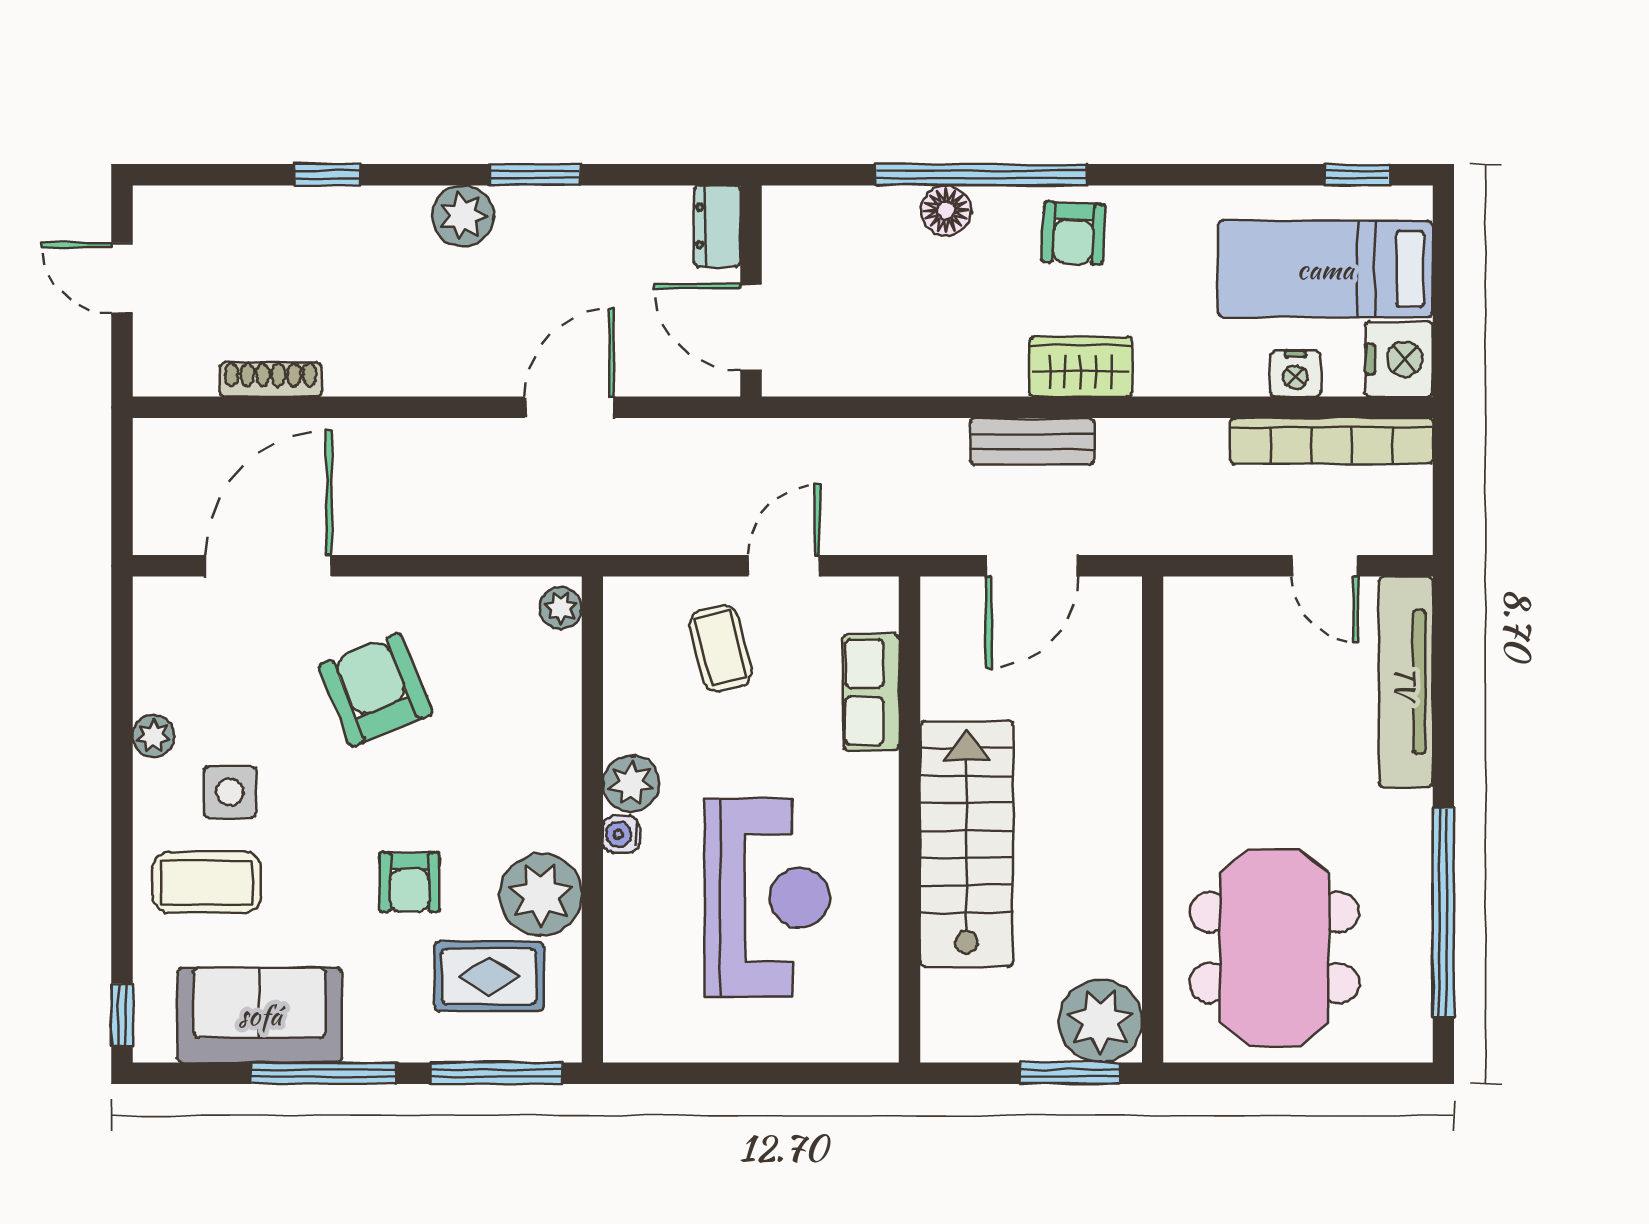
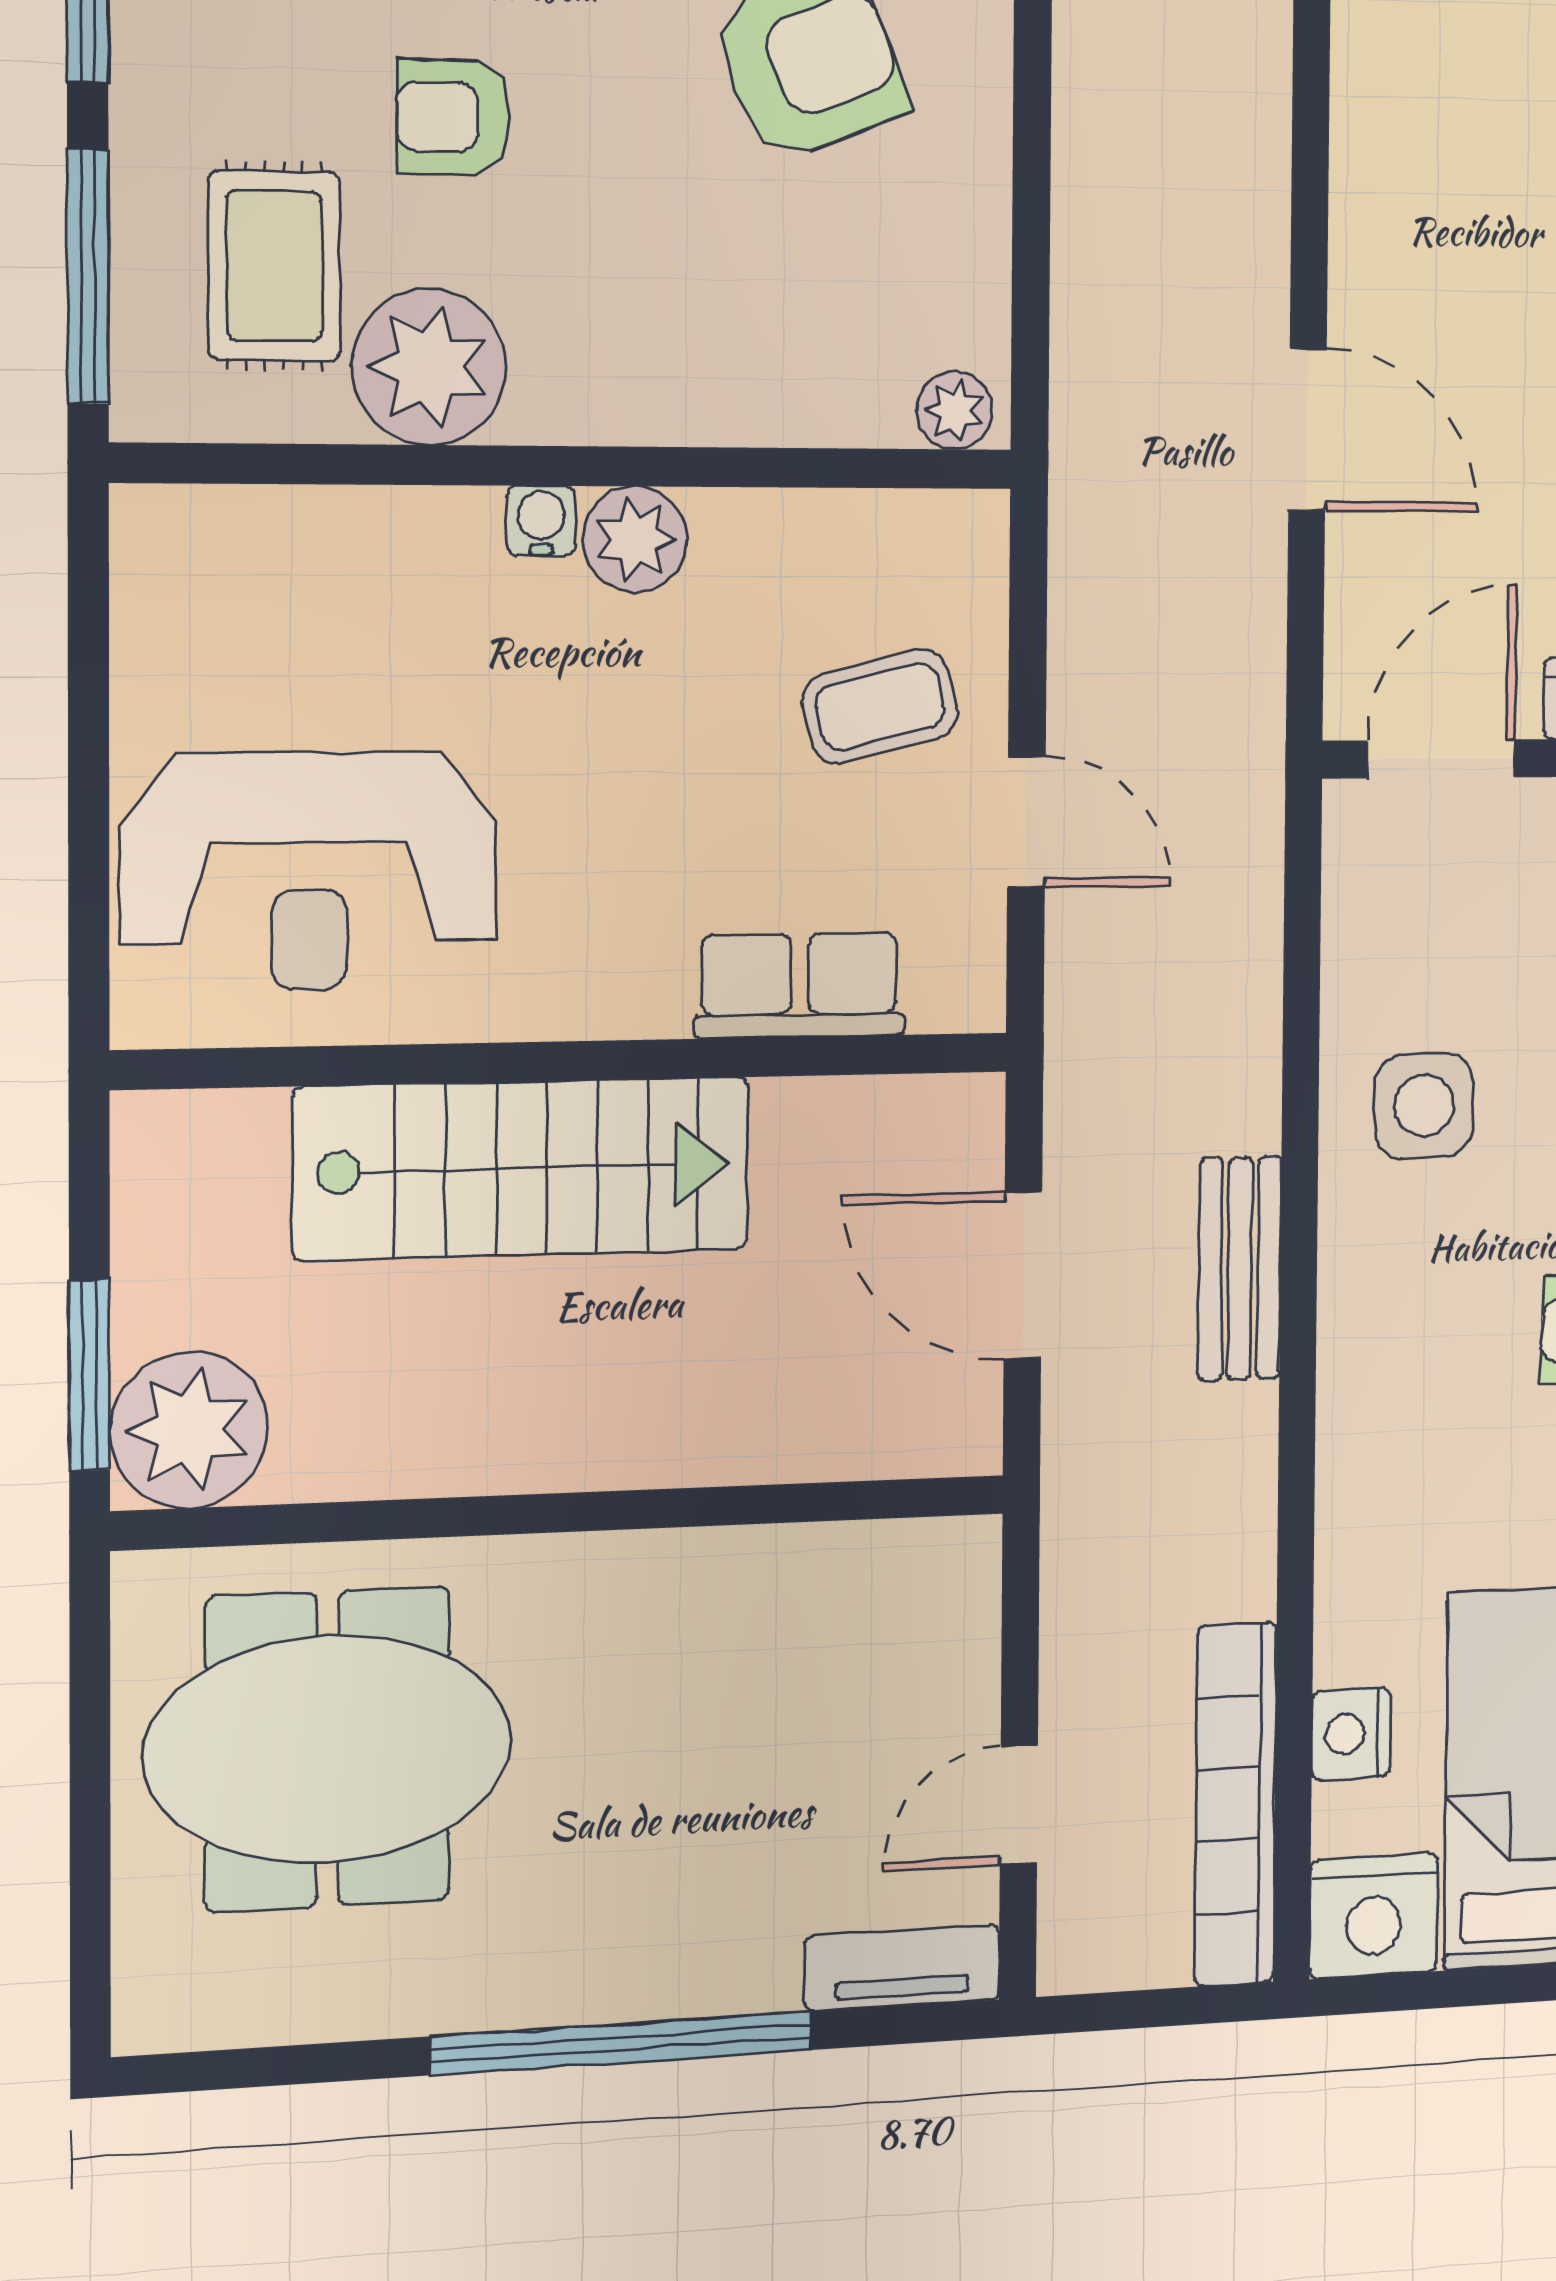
side table: (944, 335) -> (1424, 1106), added
wardrobe: (1081, 367) -> (1367, 1351), removed
tv unit: (1406, 682) -> (902, 1968), width x0.52, depth x0.78
reception desk: (767, 898) -> (309, 871), moved
window: (1443, 913) -> (622, 2043), moved

